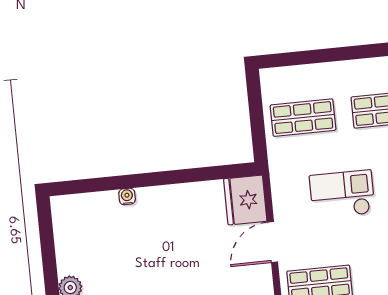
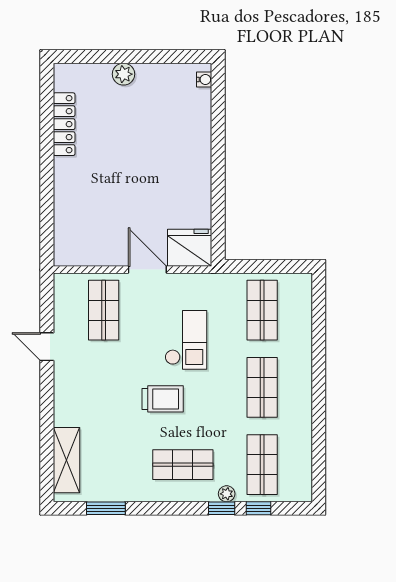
water cooler: (127, 196) -> (204, 80), moved

